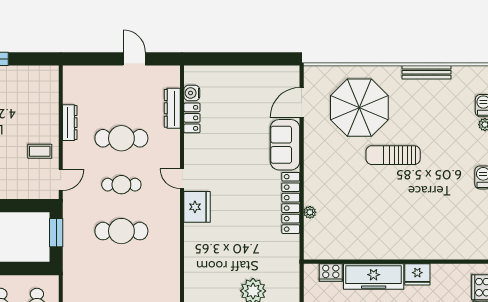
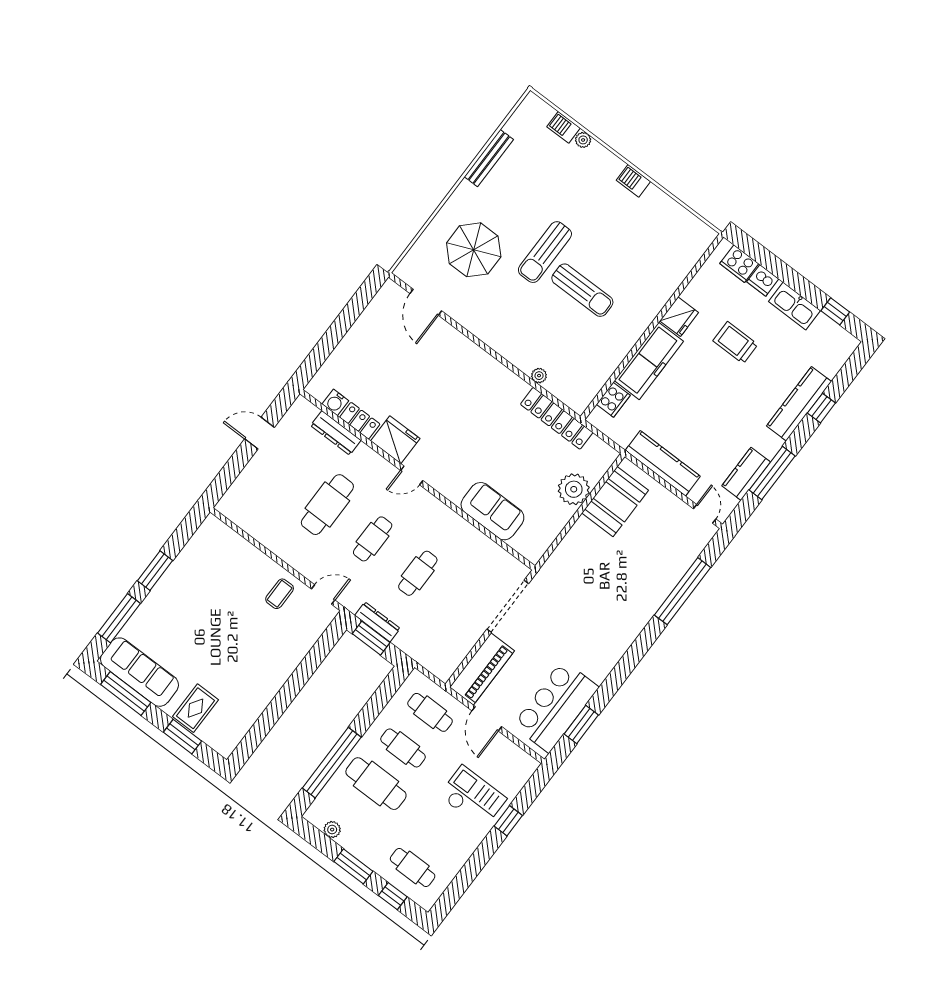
parasol: (359, 108) -> (474, 250), width x0.73, depth x0.73
dresser: (70, 123) -> (378, 622), moved
sofa: (285, 145) -> (492, 511), moved, turned 180
door: (61, 180) -> (323, 595), hinge flipped
sun lounger: (387, 198) -> (582, 290), added
locker: (291, 203) -> (557, 418), moved
fridge: (197, 207) -> (395, 440), moved
cafe table: (121, 231) -> (418, 573), width x0.73, depth x0.74

